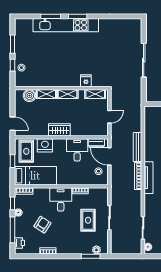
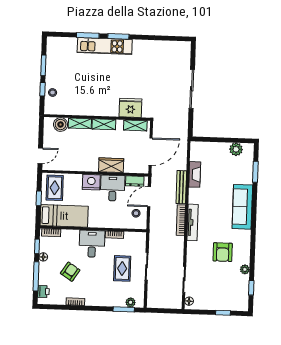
kitchen unit: (66, 25) -> (105, 46), width x0.73
fridge: (86, 81) -> (130, 108), width x1.88, depth x1.34
door: (109, 117) -> (151, 152), width x1.88
door: (13, 124) -> (40, 156), hinge flipped
wardrobe: (59, 130) -> (111, 165), moved
fireplace: (149, 135) -> (195, 174), added
nightstand: (45, 145) -> (91, 182), moved
door: (109, 156) -> (149, 197), hinge flipped

